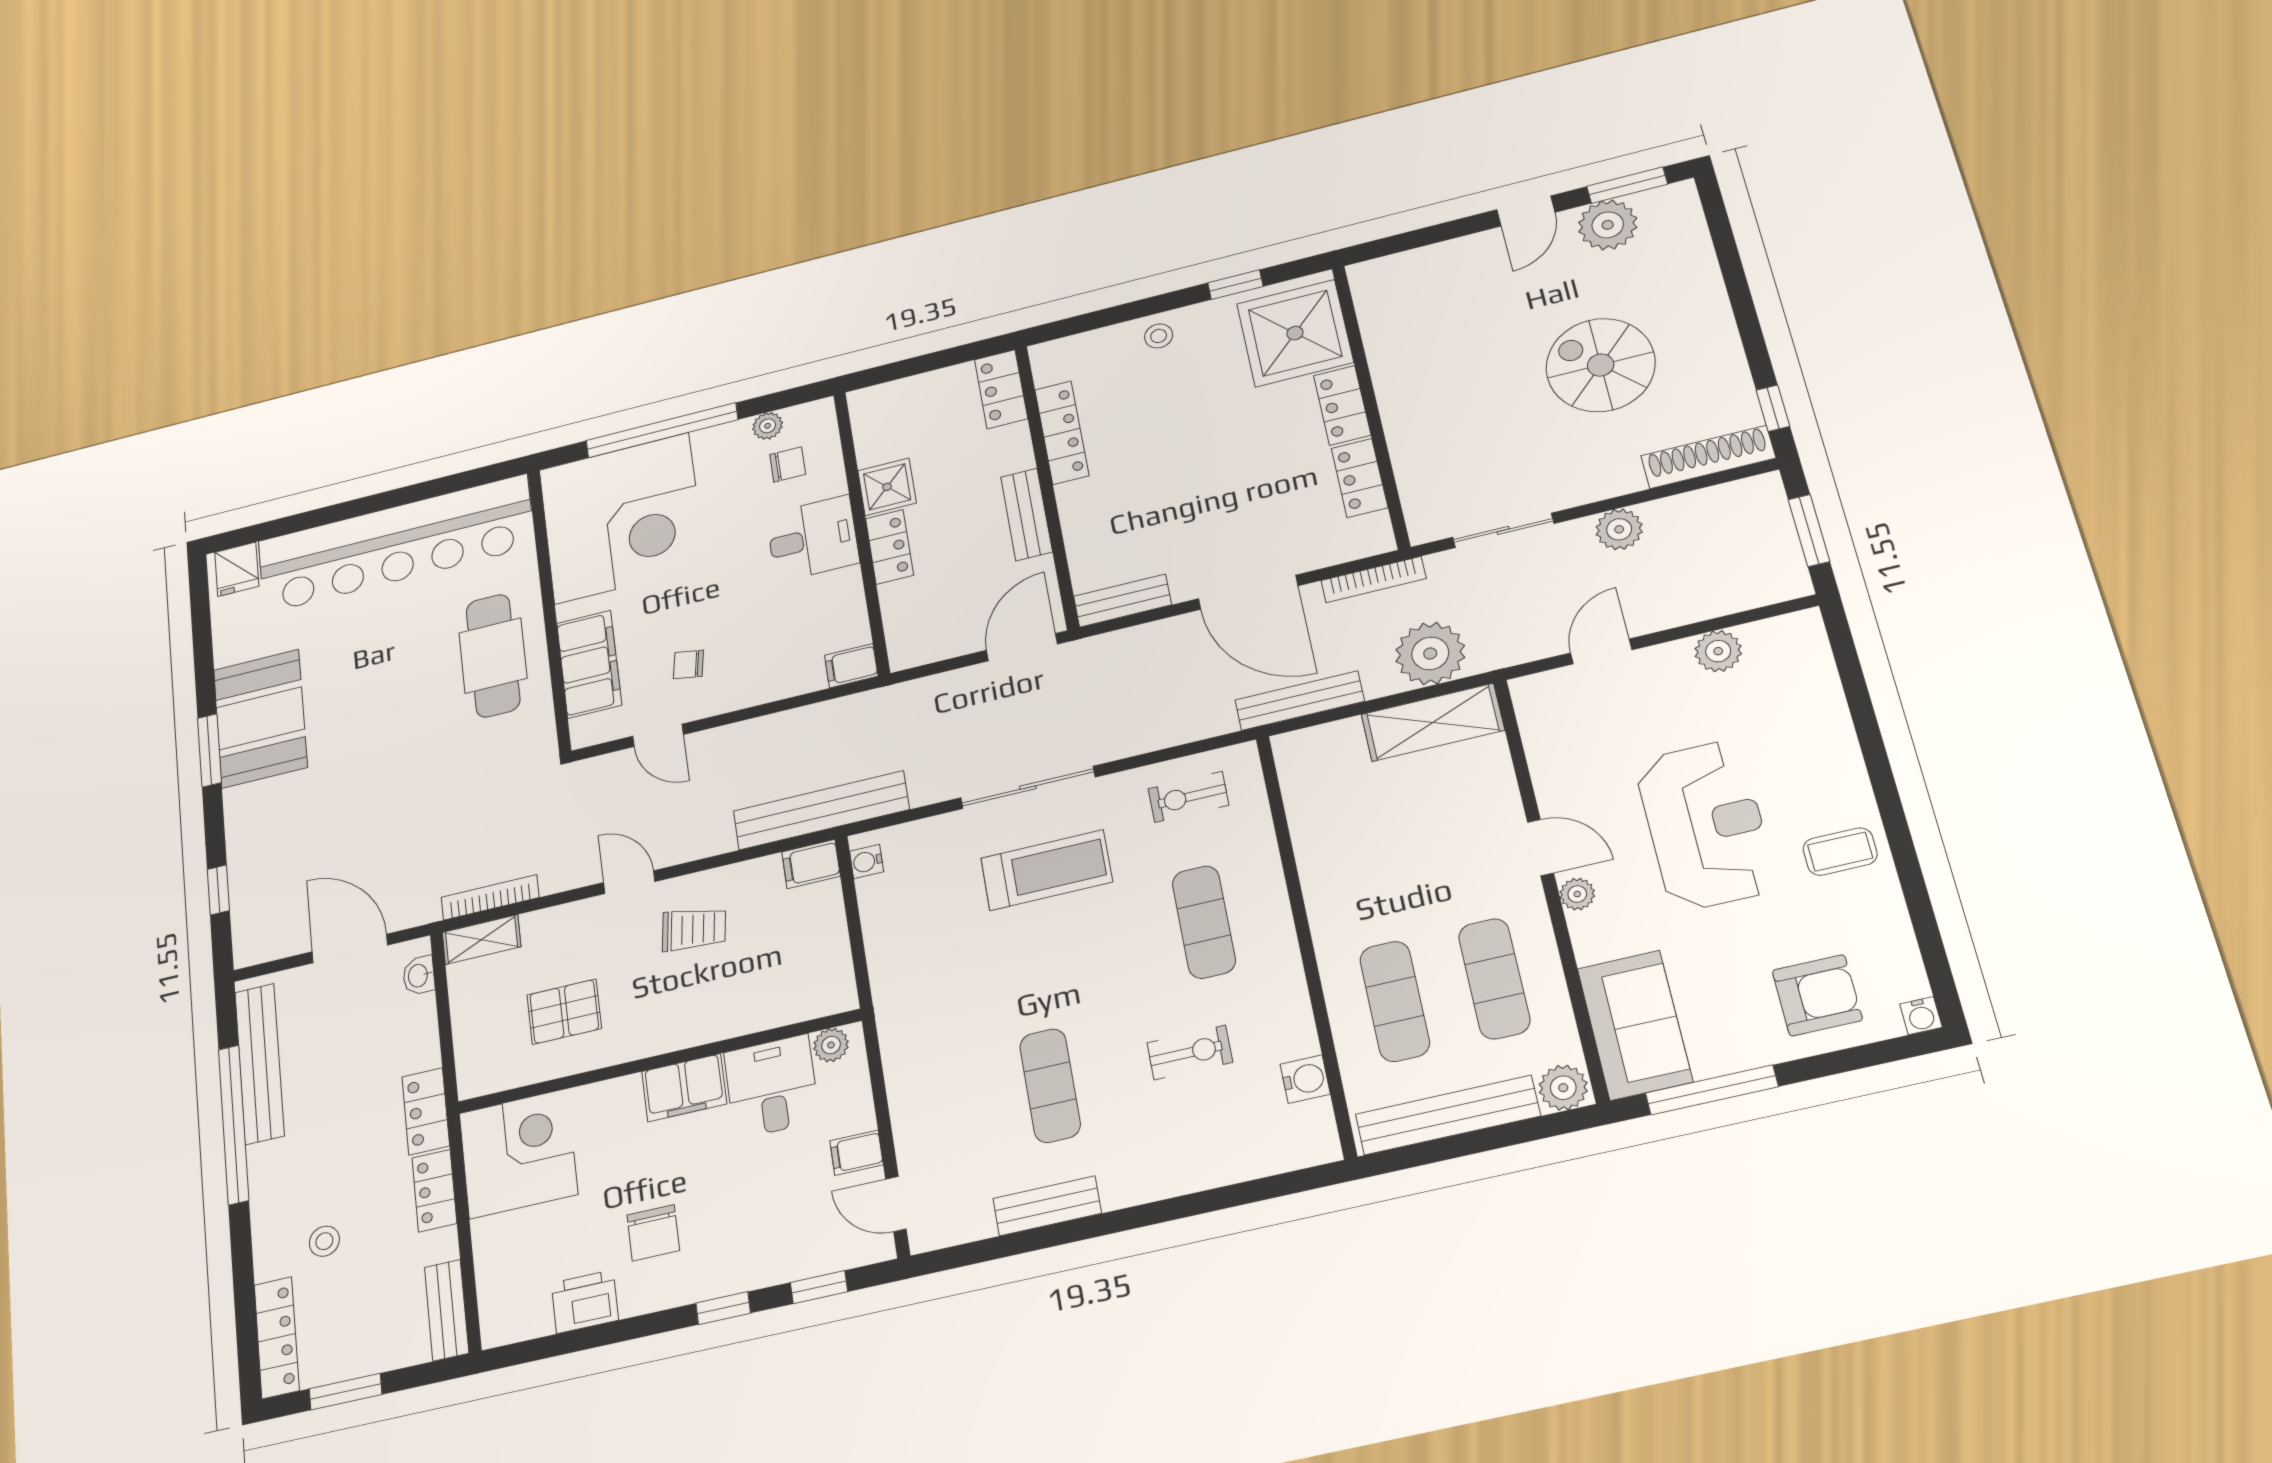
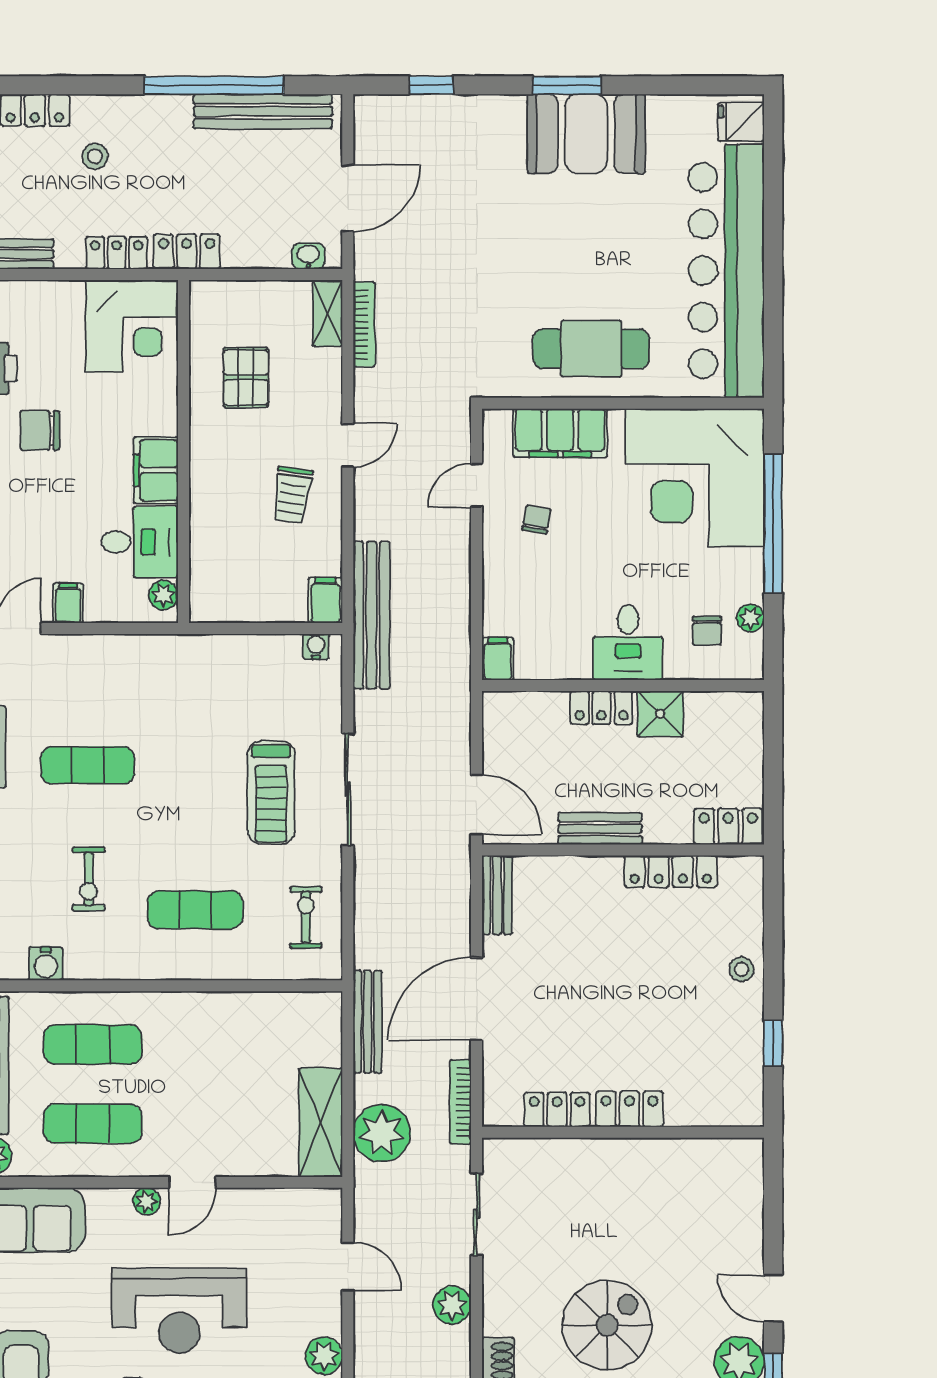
shower: (1295, 333) -> (711, 1084), removed

